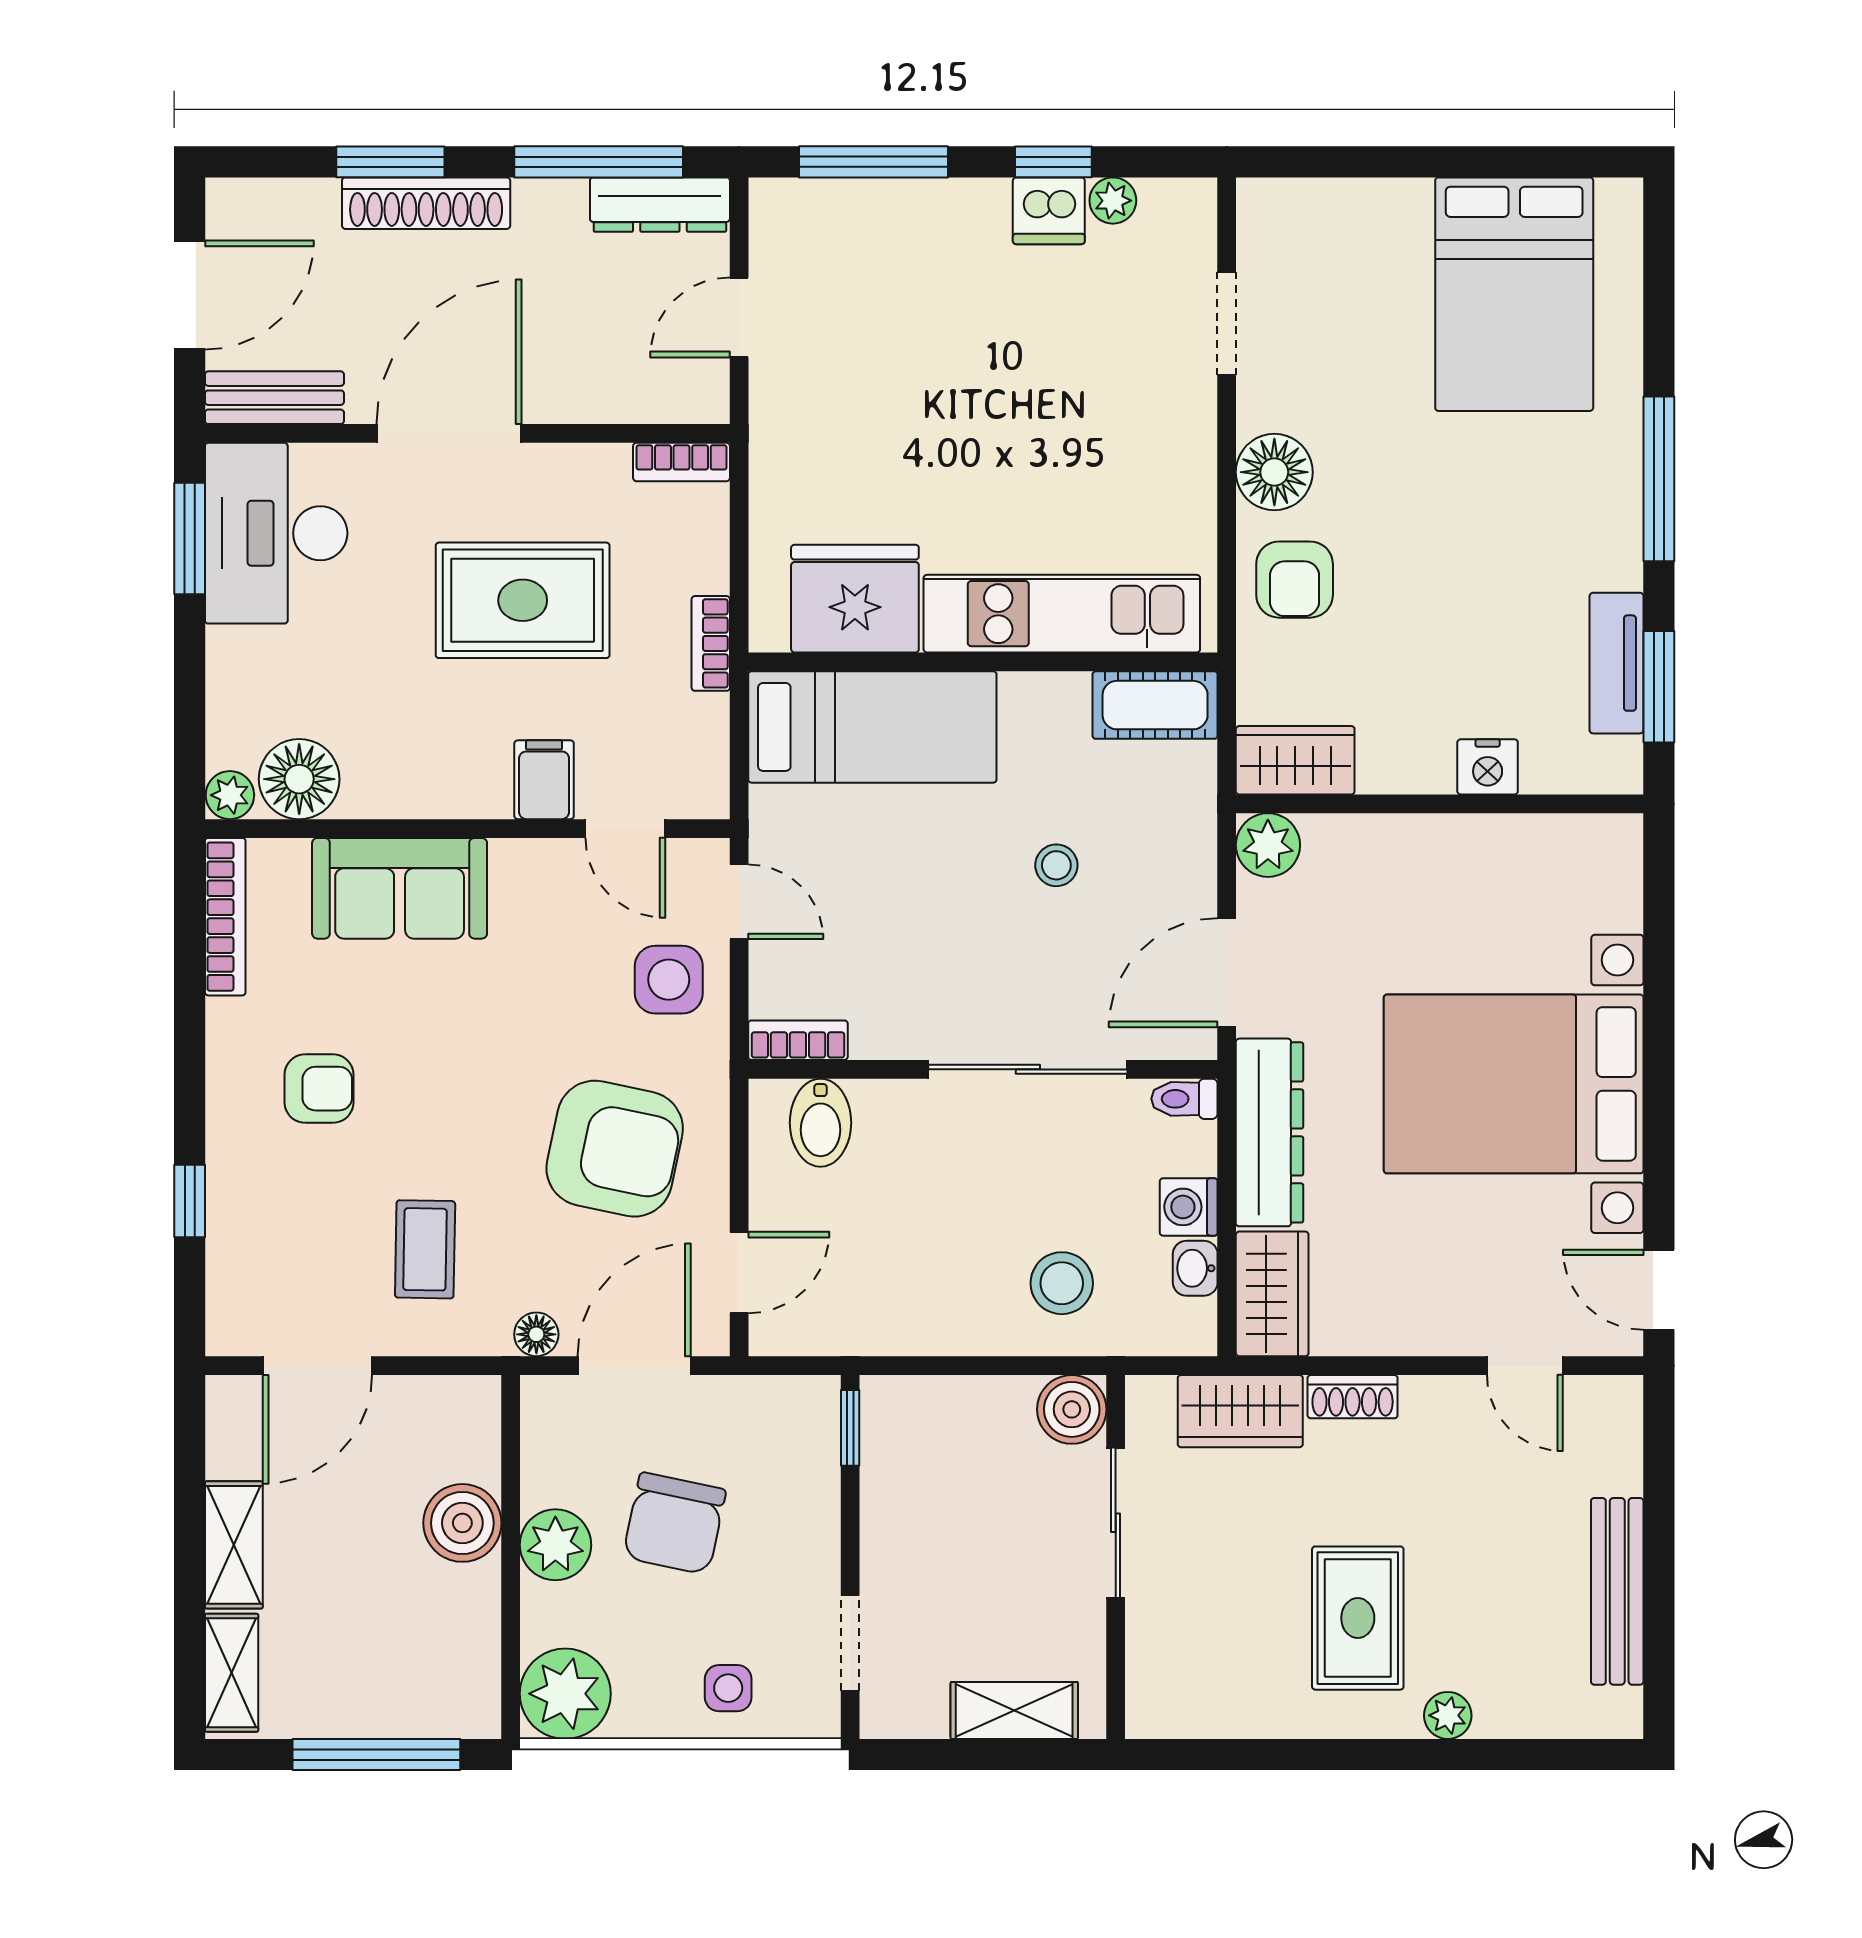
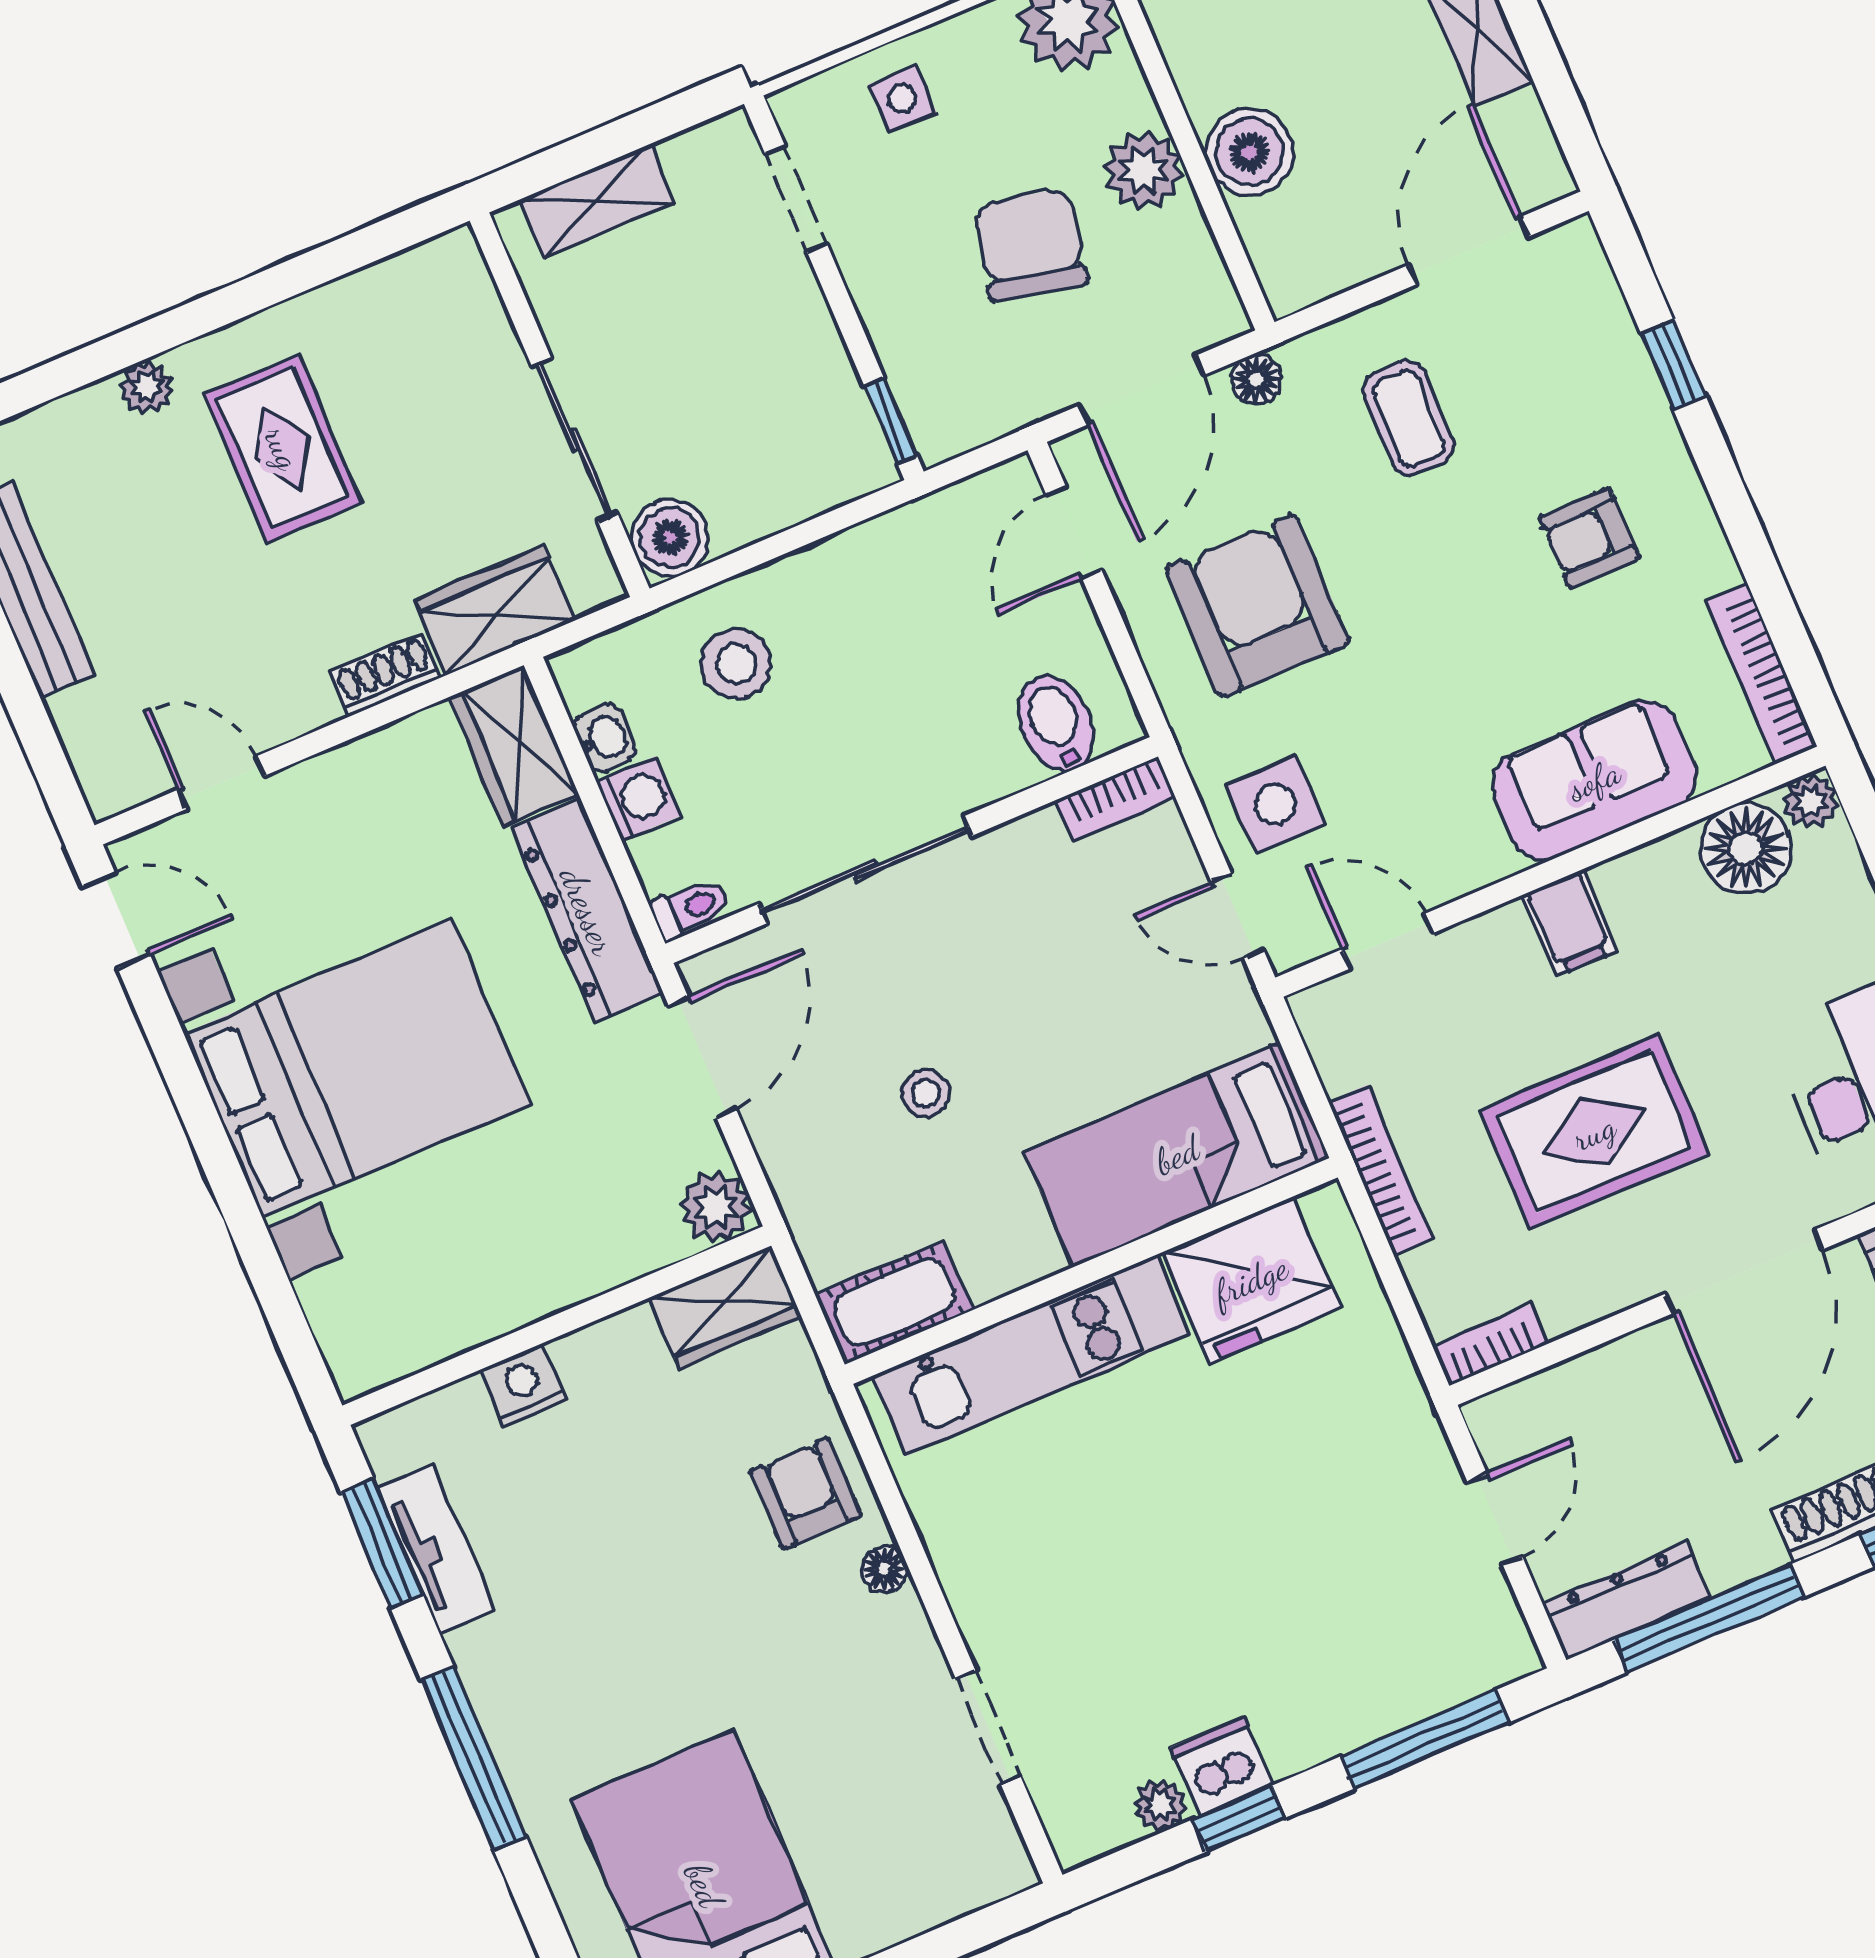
floor lamp: (1274, 472) -> (884, 1569), width x0.53, depth x0.53
bookcase: (711, 643) -> (1381, 1170), width x1.56
filing cabinet: (544, 780) -> (1570, 923), moved
armchair: (615, 1149) -> (1257, 606), turned 78

